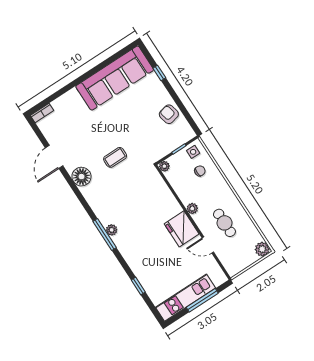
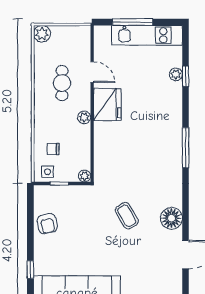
coffee table: (115, 157) -> (127, 216), turned 60
plant: (112, 230) -> (176, 74), moved

